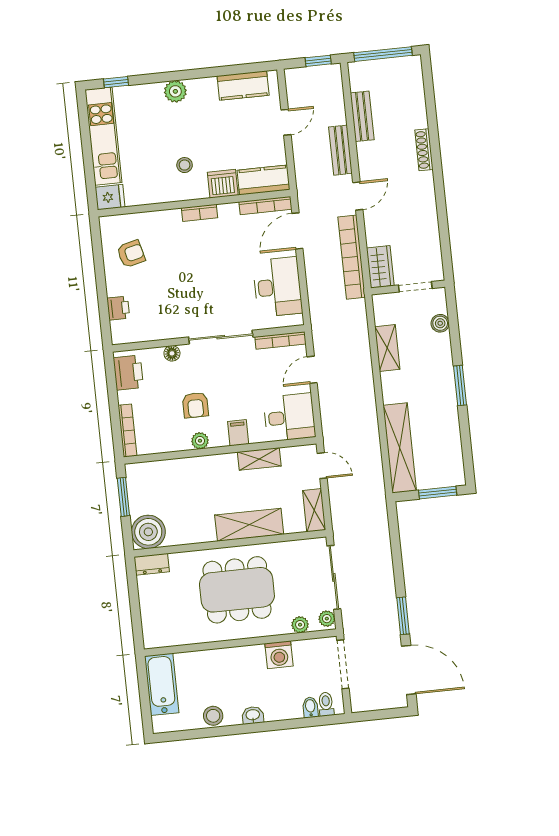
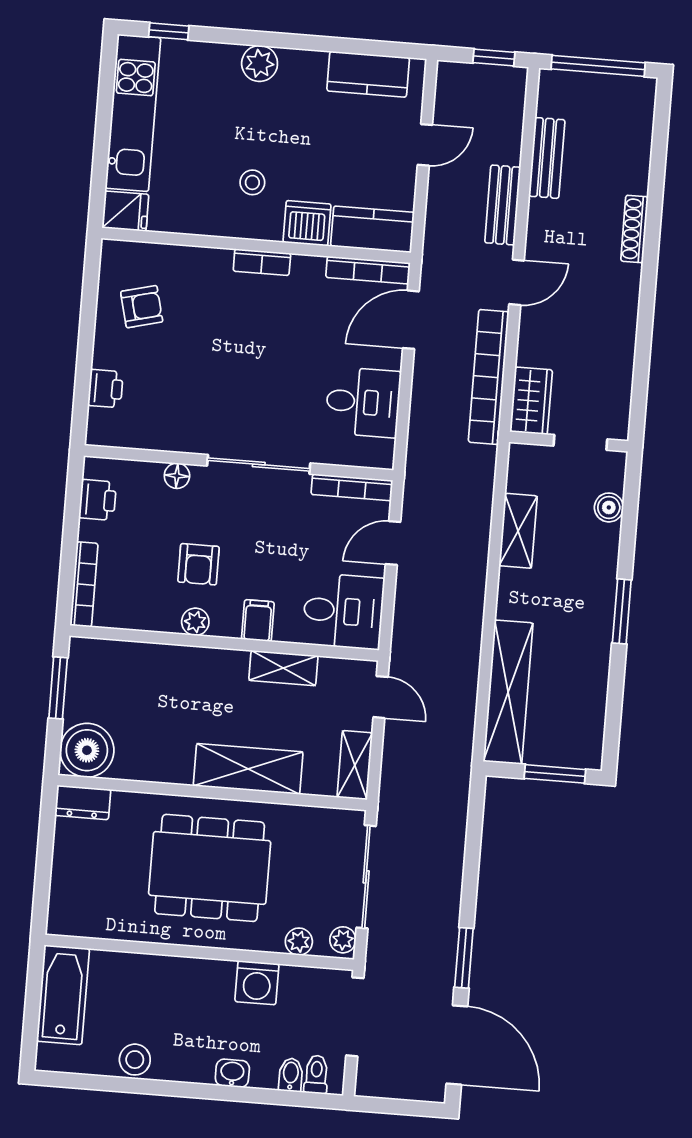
desk: (278, 287) -> (363, 402), width x0.73
printer: (128, 373) -> (98, 500), width x0.73, depth x0.81
washbasin: (253, 715) -> (232, 1073), moved

